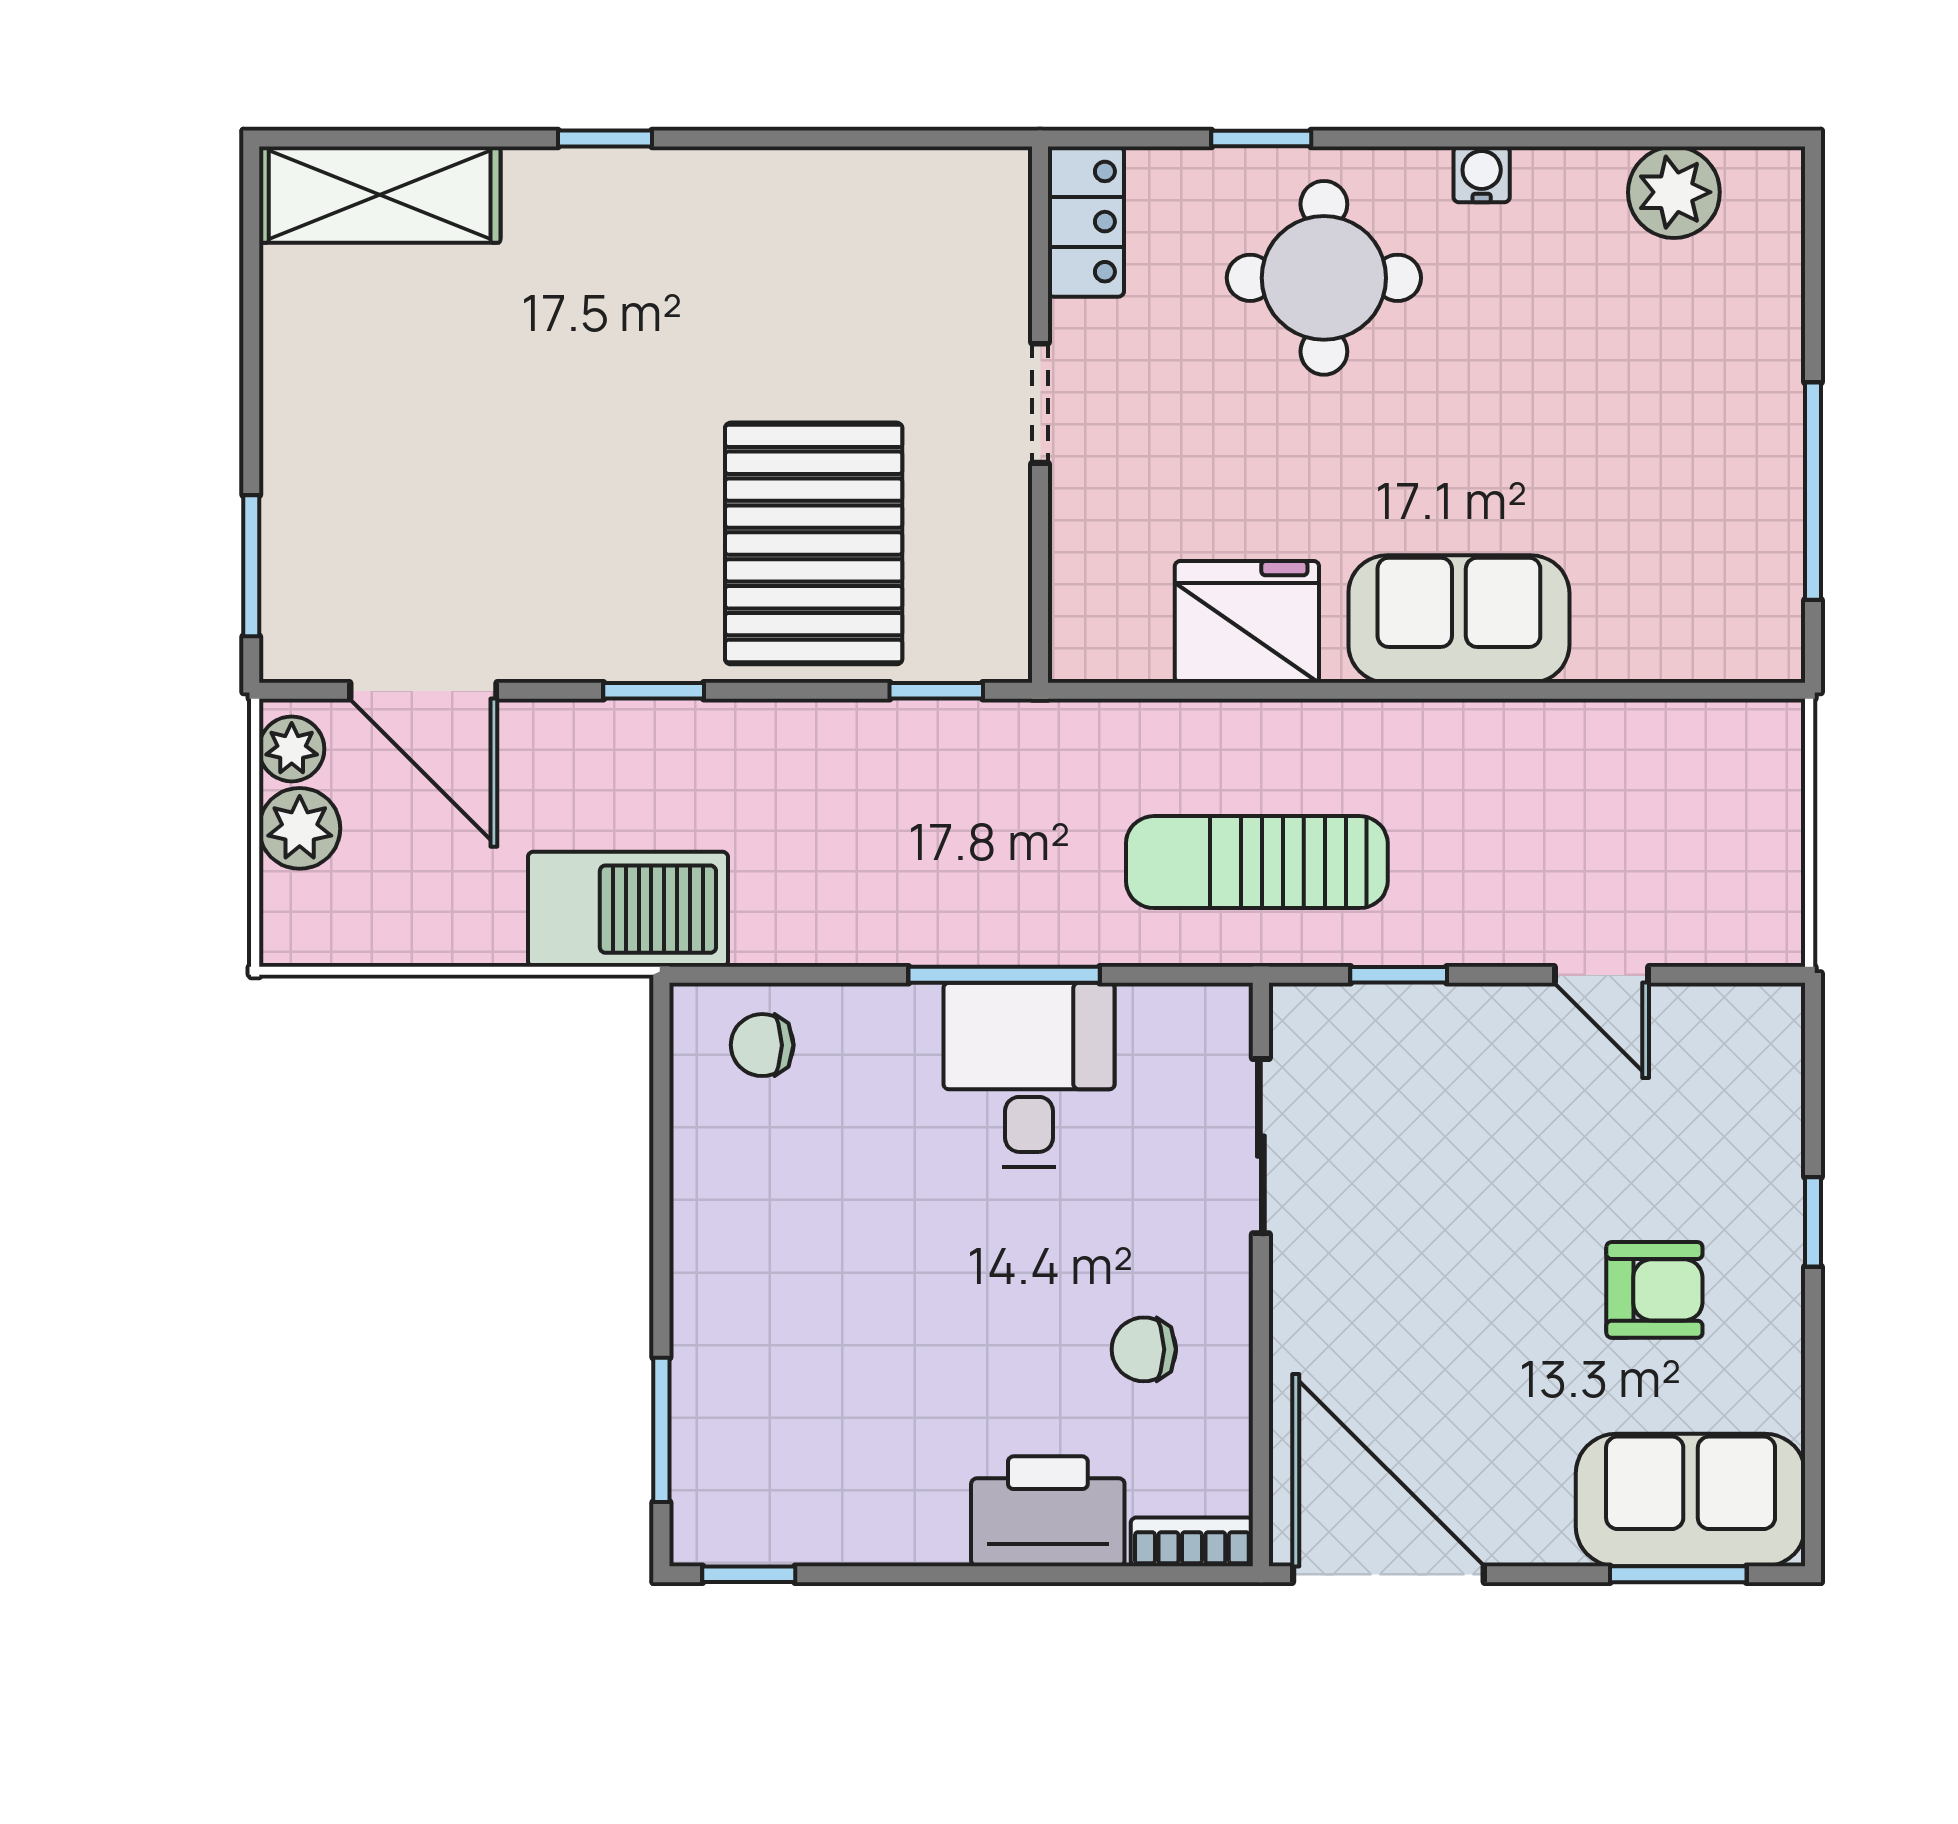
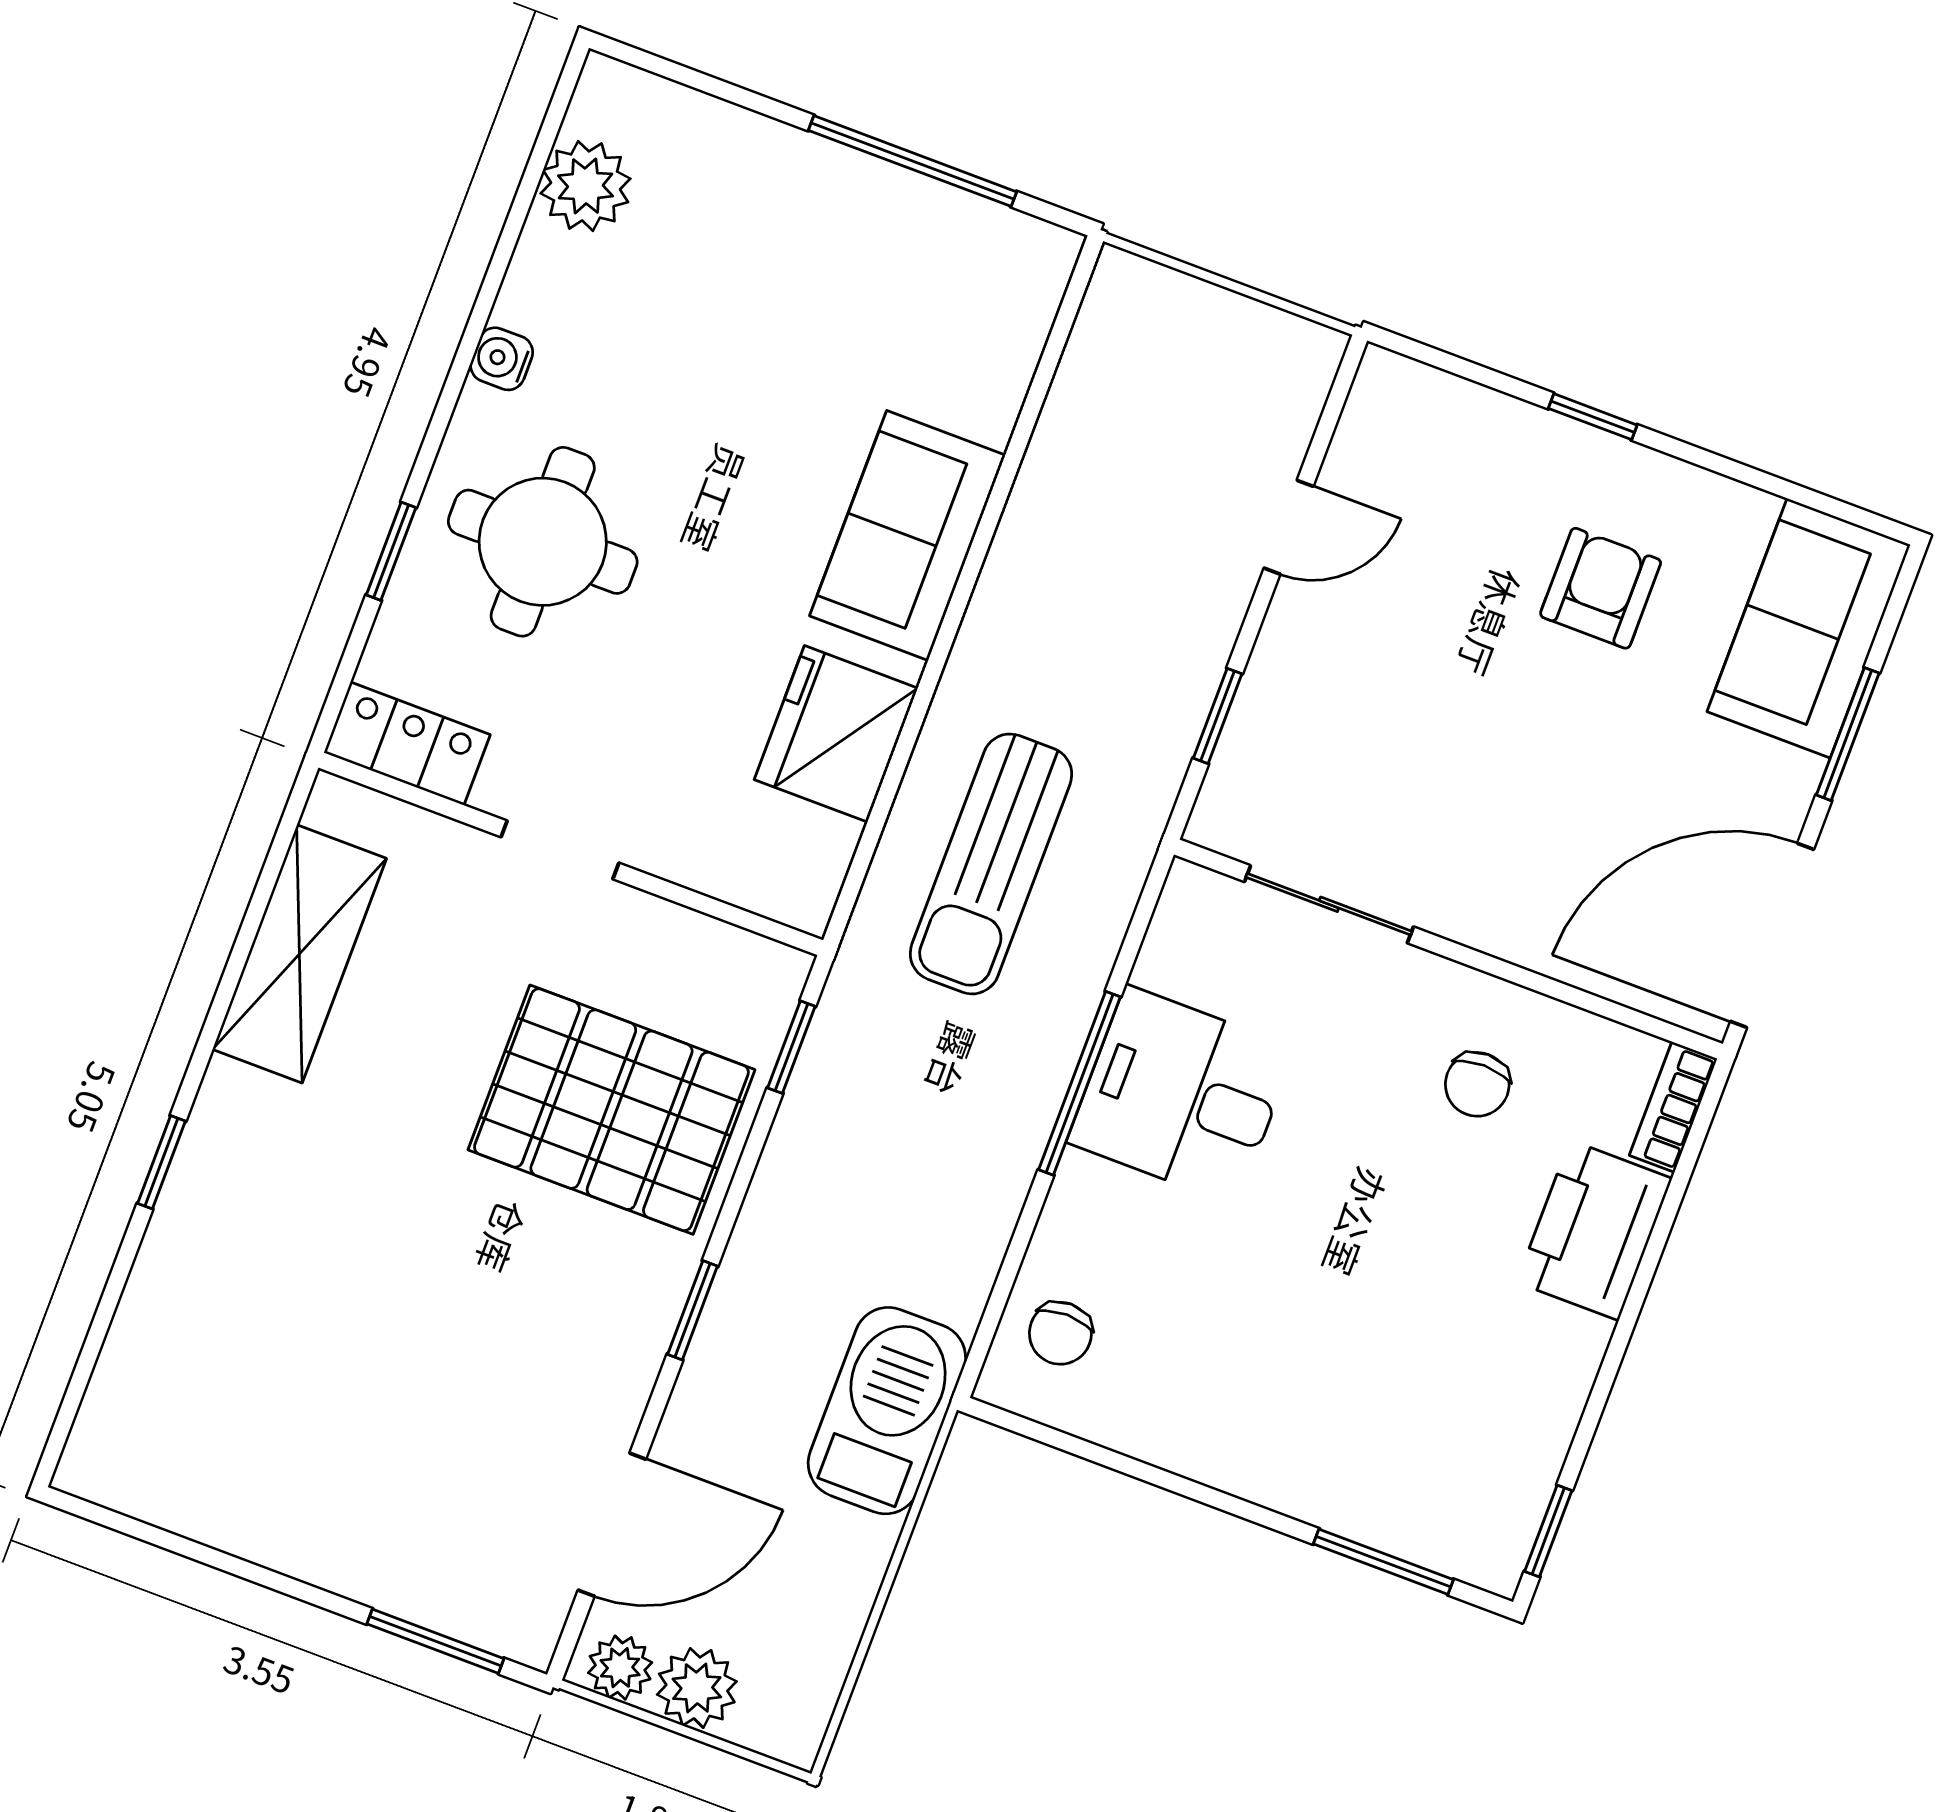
shelving: (380, 195) -> (299, 954), moved
sun lounger: (1257, 862) -> (991, 864), moved
window: (1678, 1574) -> (1848, 734), moved

